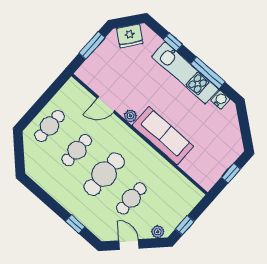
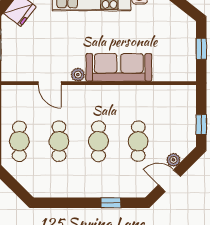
door: (106, 104) -> (50, 83), hinge flipped
cafe table: (104, 174) -> (99, 141), width x0.73, depth x0.74
plant: (158, 232) -> (173, 160), moved

